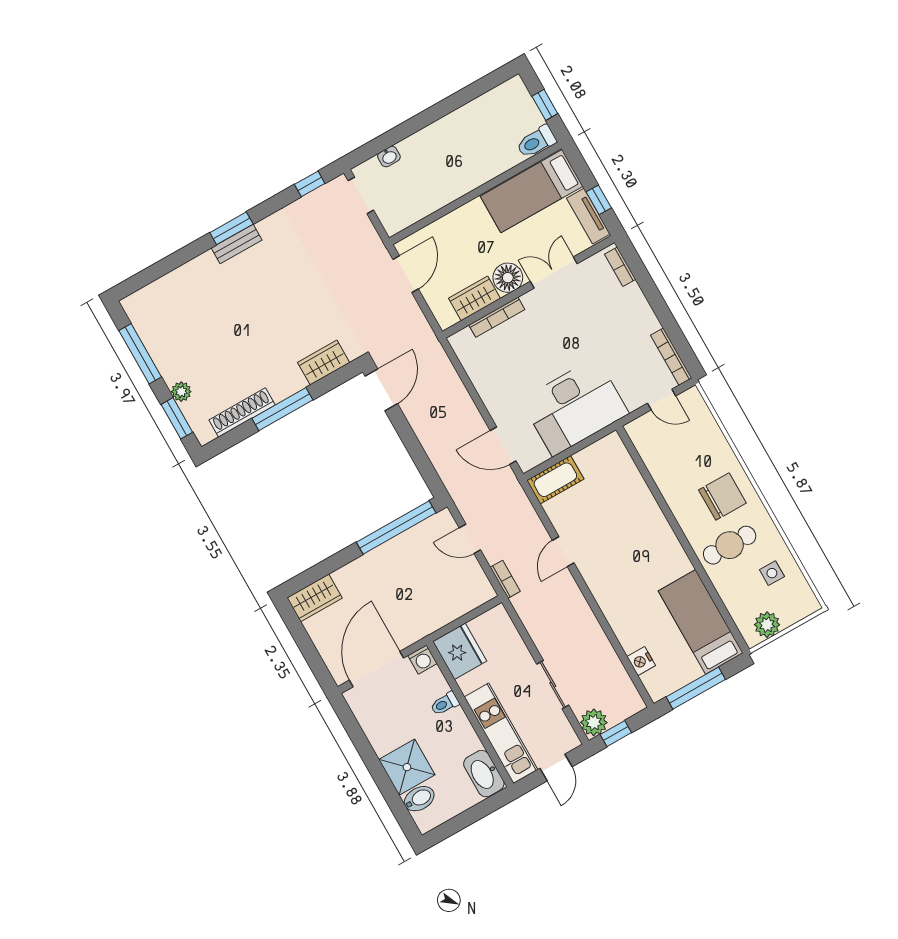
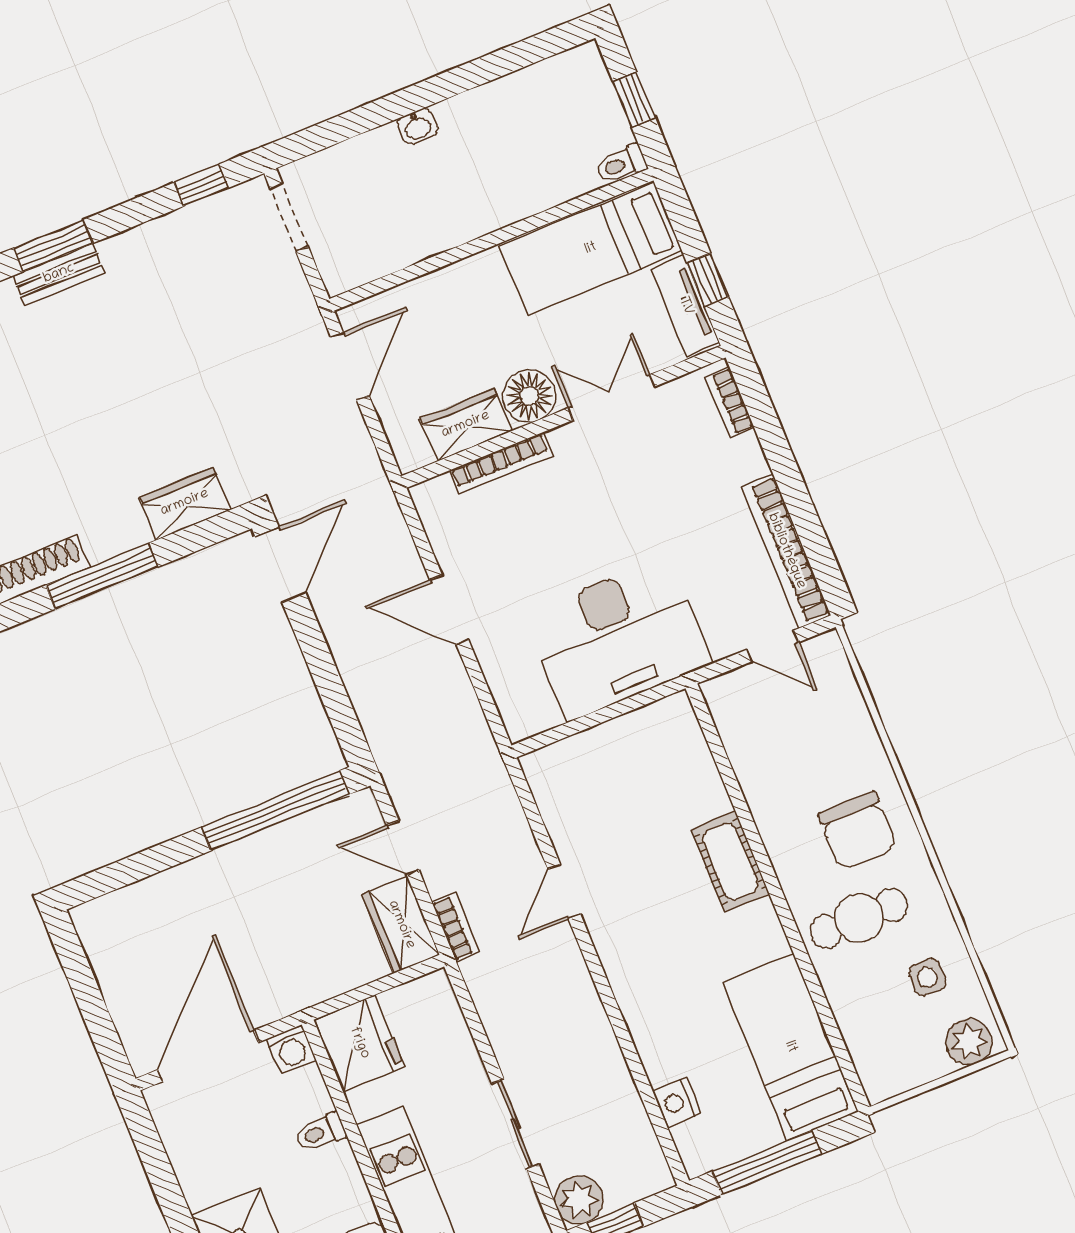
toilet: (536, 142) -> (621, 164), width x0.73, depth x0.72
washbasin: (389, 156) -> (418, 126), moved
bookcase: (671, 357) -> (786, 551), width x1.48, depth x1.31
door: (503, 446) -> (449, 610), moved
cot: (555, 480) -> (730, 862), moved, turned 90
chair: (722, 497) -> (858, 831), turned 90
wardrobe: (315, 598) -> (401, 925), moved, turned 90
plant: (767, 625) -> (969, 1042), moved

